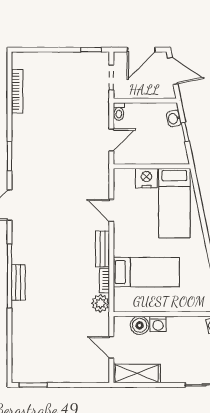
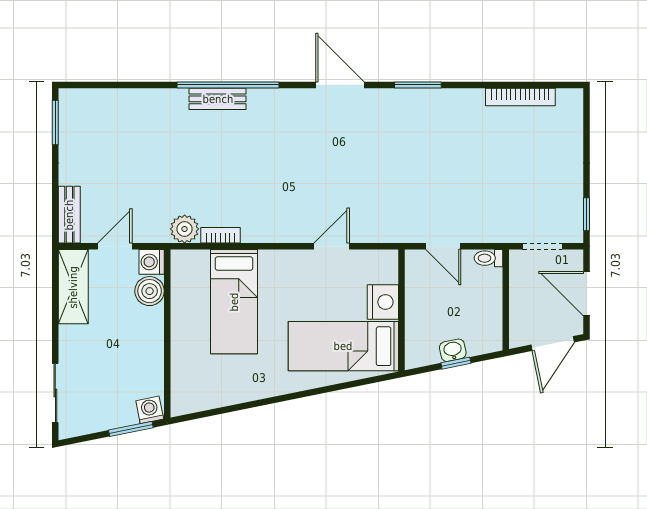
washbasin: (174, 119) -> (453, 350), moved
bench: (103, 249) -> (69, 215), moved, turned 90
washing machine: (158, 324) -> (152, 262), moved

